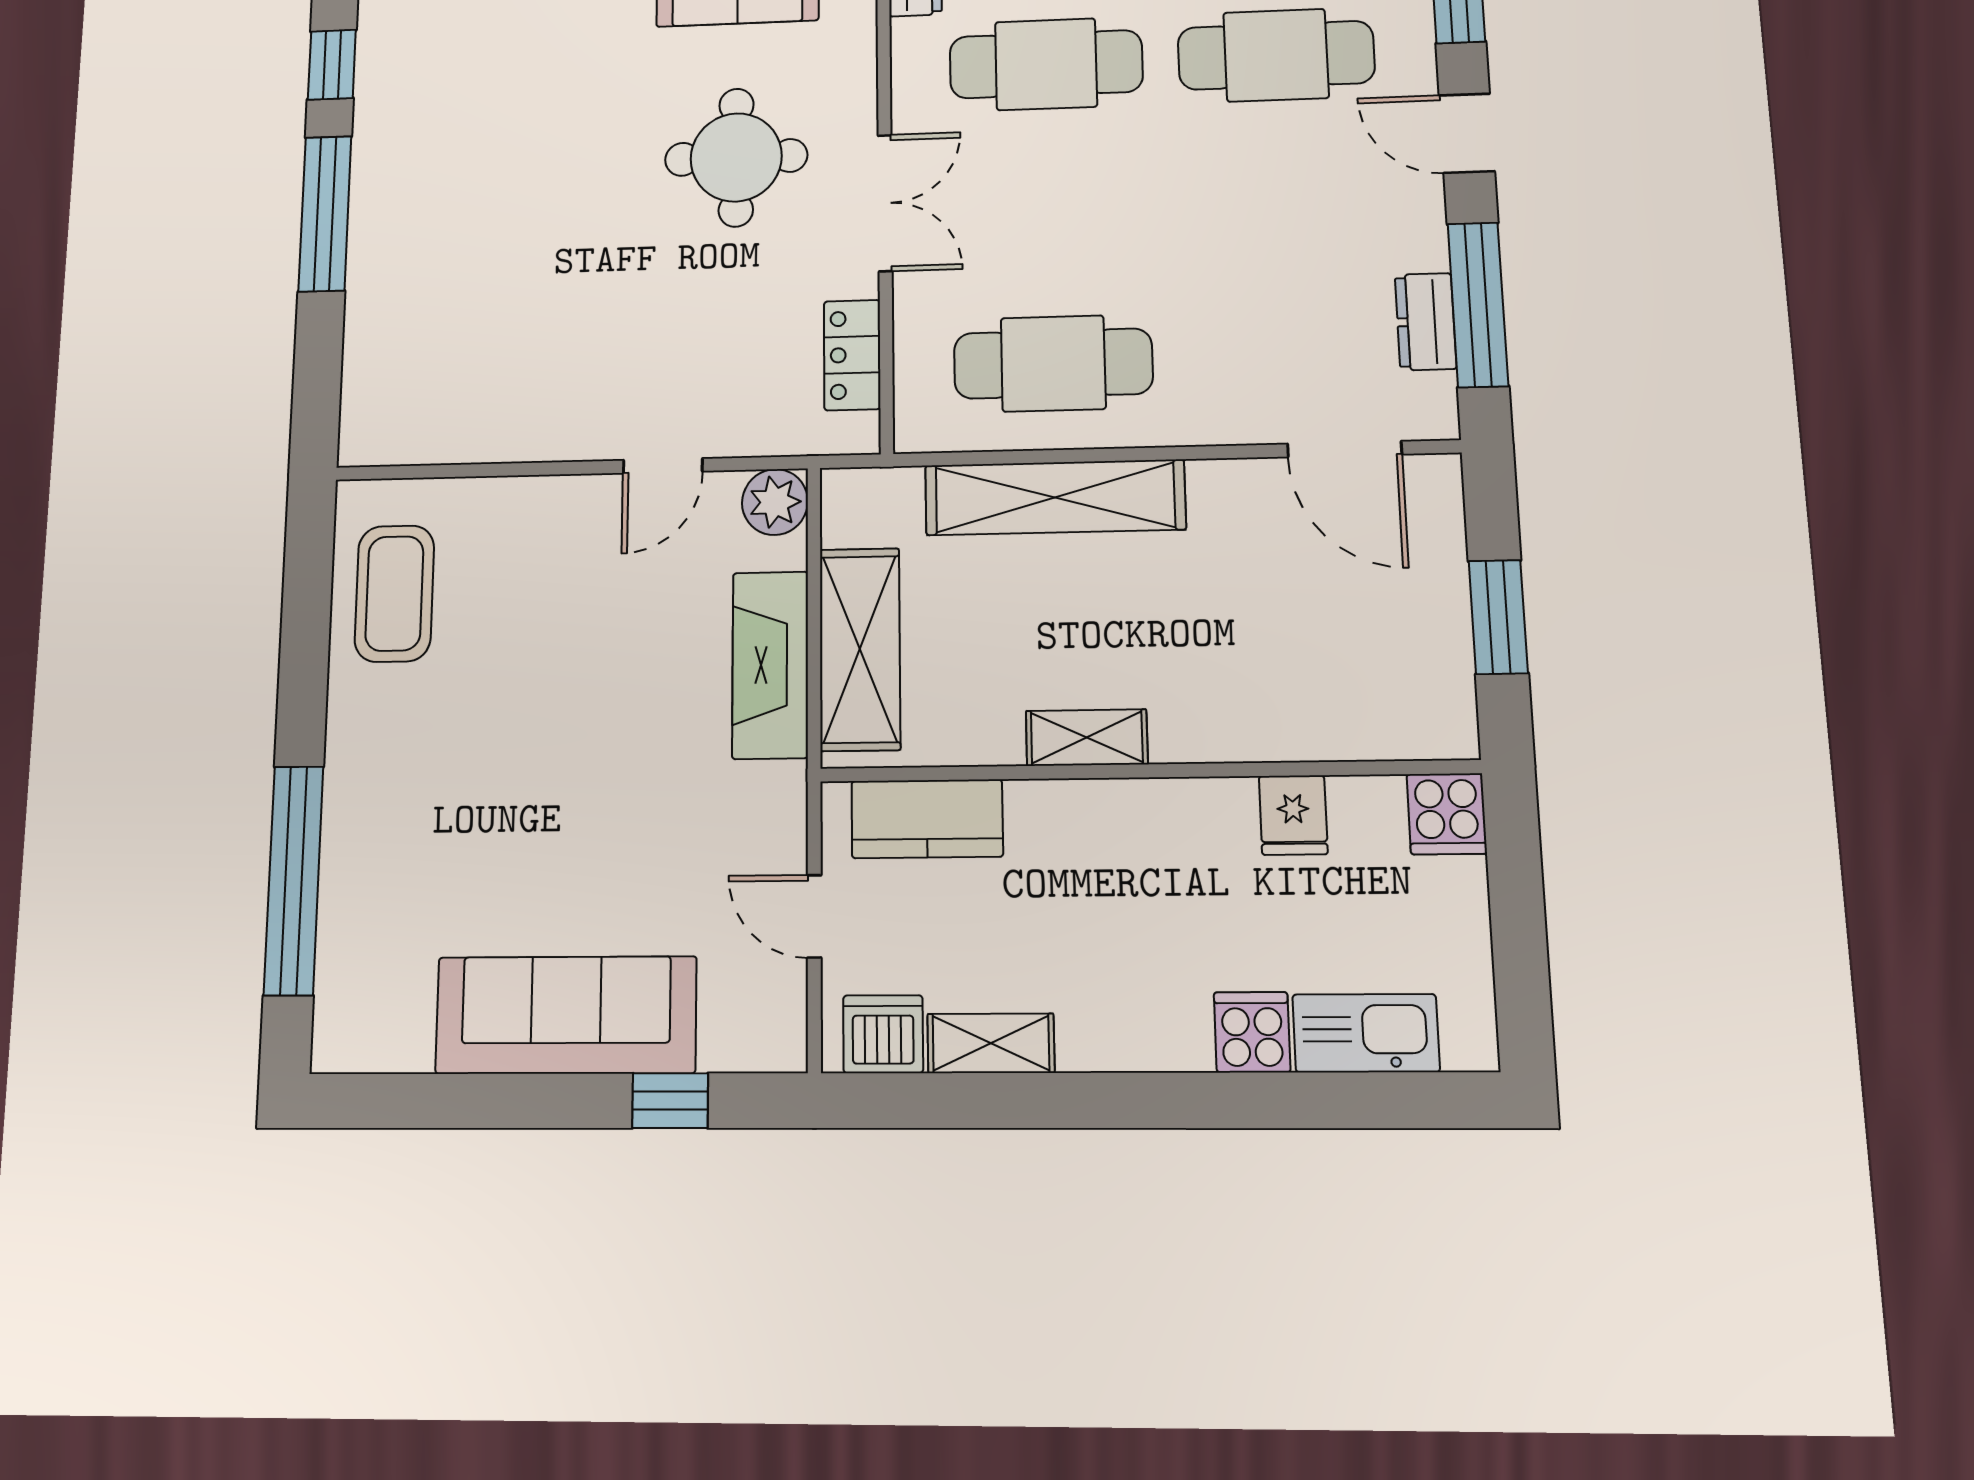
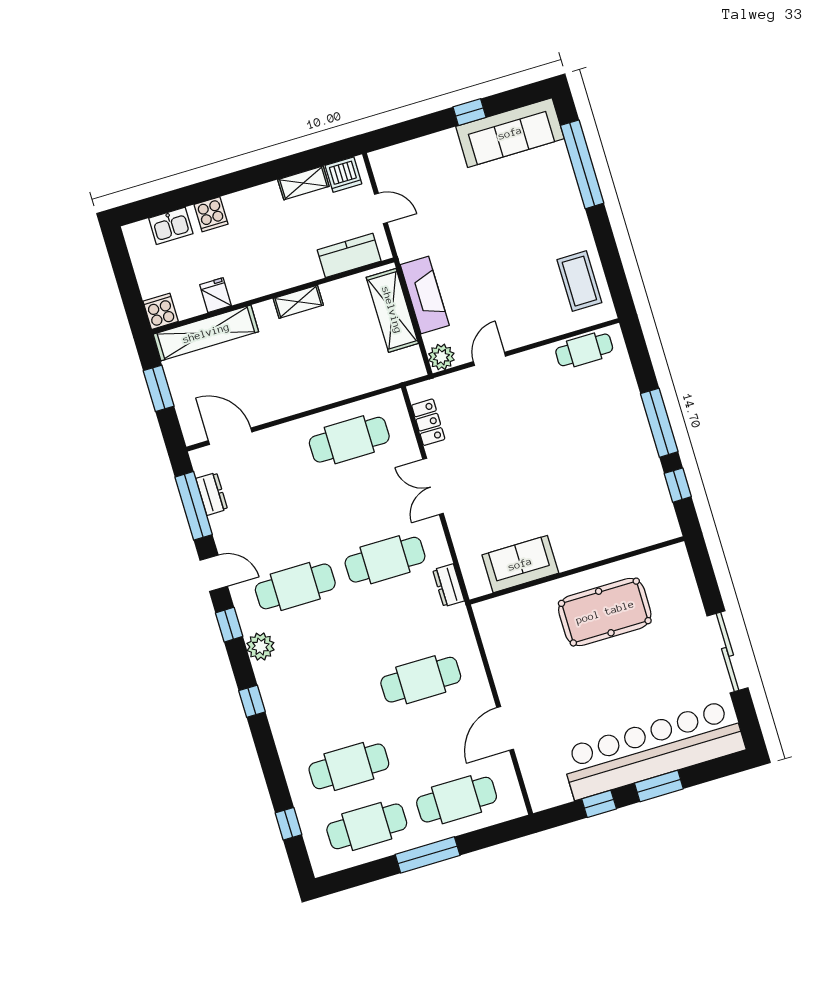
round table: (736, 157) -> (498, 489), removed
cafe table: (437, 427) -> (584, 350), added
shelving: (1055, 497) -> (206, 333), moved
sofa: (566, 1015) -> (510, 133), moved
kitchen sink: (1366, 1033) -> (171, 226), width x0.73
window: (670, 1101) -> (469, 112), moved

